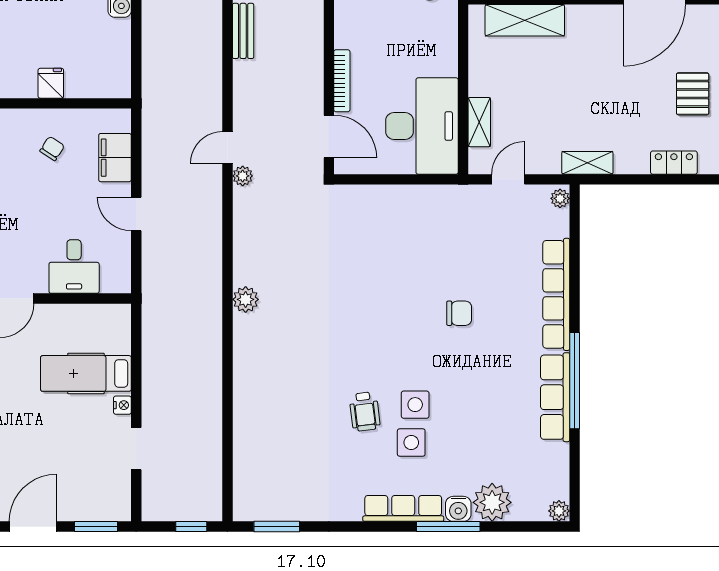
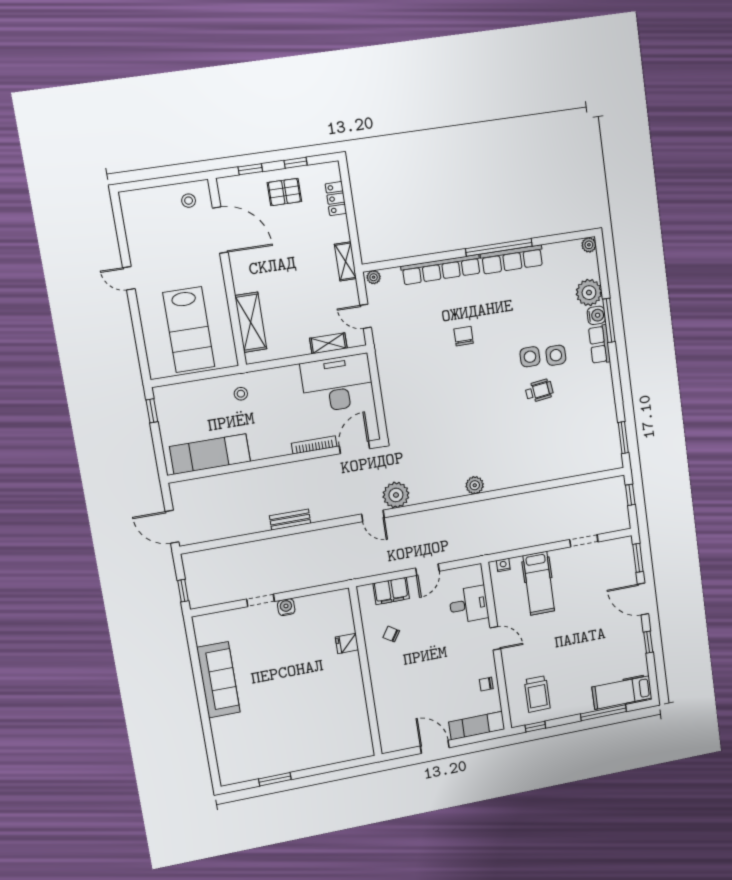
plant: (243, 176) -> (396, 495), width x1.88, depth x1.88
nightstand: (122, 405) -> (503, 565), moved
row of seats: (403, 508) -> (600, 344), width x0.68

